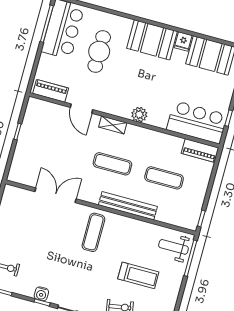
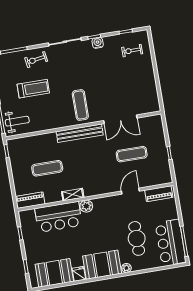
plant: (126, 23) -> (126, 268), added
door: (82, 109) -> (130, 191), hinge flipped
bar counter: (197, 122) -> (58, 217), moved
shelving: (113, 125) -> (73, 195), moved
exercise mat: (112, 164) -> (132, 154), moved
bench: (128, 206) -> (80, 133), moved
treadmill: (138, 275) -> (33, 89), turned 180

